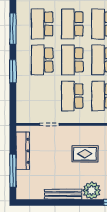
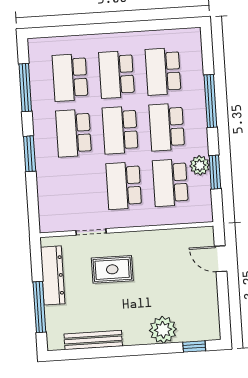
rug: (85, 154) -> (112, 269), moved
bench: (63, 194) -> (93, 340), moved

